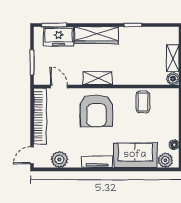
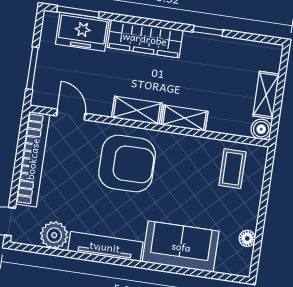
shelving: (127, 79) -> (185, 118), added
coffee table: (143, 102) -> (232, 169), moved
armchair: (96, 111) -> (127, 164), turned -90
plant: (165, 160) -> (229, 262), removed
tv unit: (97, 162) -> (105, 247), width x1.41

